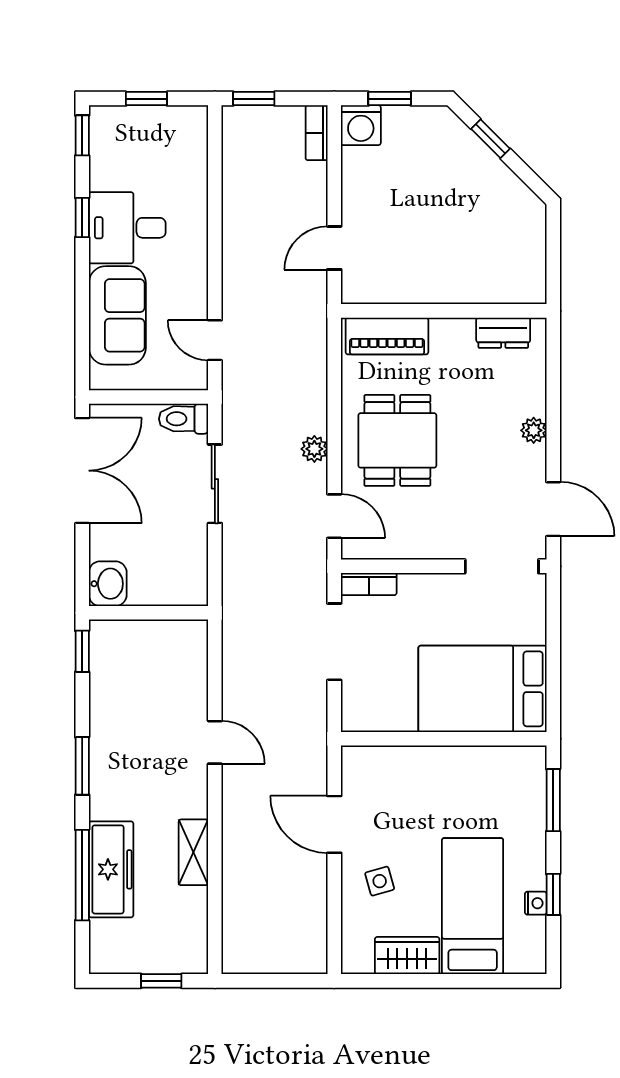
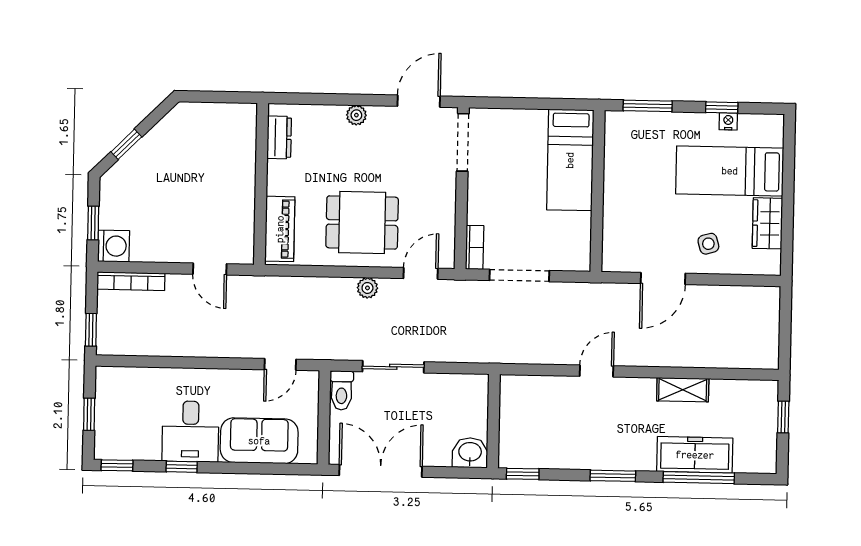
bookcase: (317, 133) -> (131, 281), width x1.56
bed: (482, 689) -> (570, 160), width x0.67

